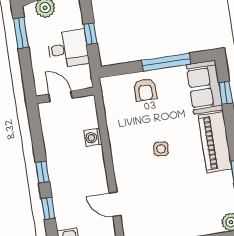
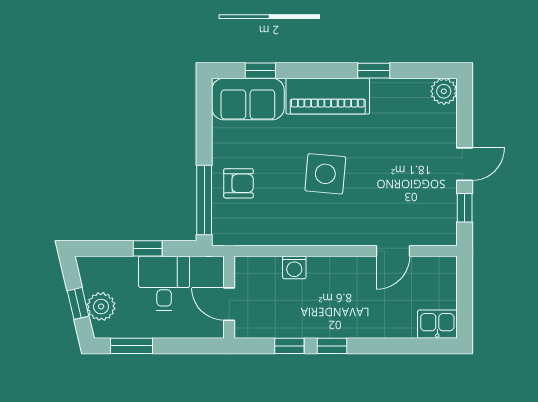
window: (166, 62) -> (204, 200), moved
door: (60, 96) -> (229, 304), hinge flipped
side table: (161, 149) -> (325, 174), width x1.87, depth x1.87
window: (48, 208) -> (289, 346), moved

